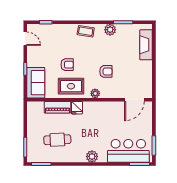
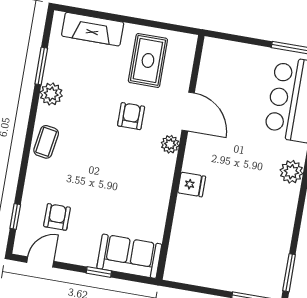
armchair: (67, 65) -> (57, 217), moved
rug: (71, 86) -> (148, 60), moved
door: (134, 100) -> (188, 112), moved
piano: (58, 107) -> (184, 222), removed
cafe table: (57, 140) -> (247, 233), removed

